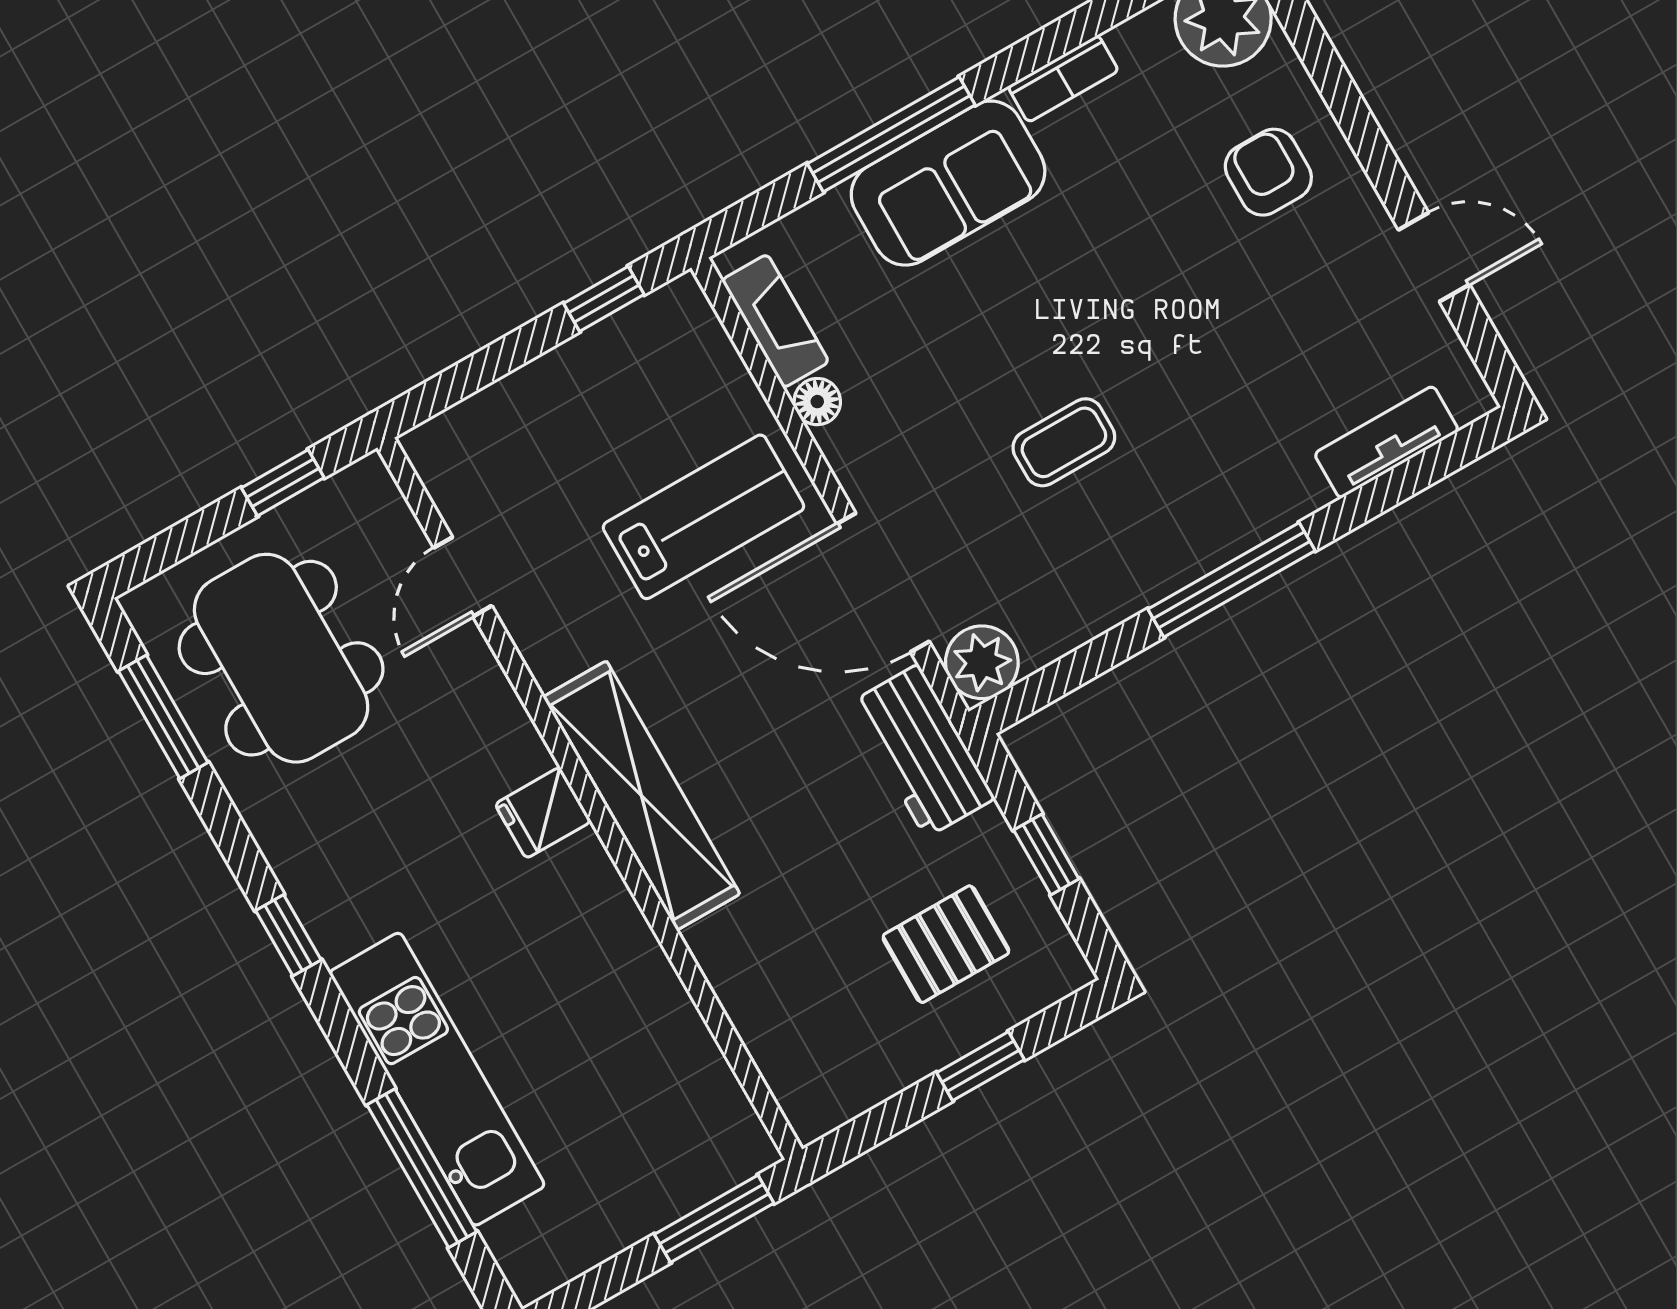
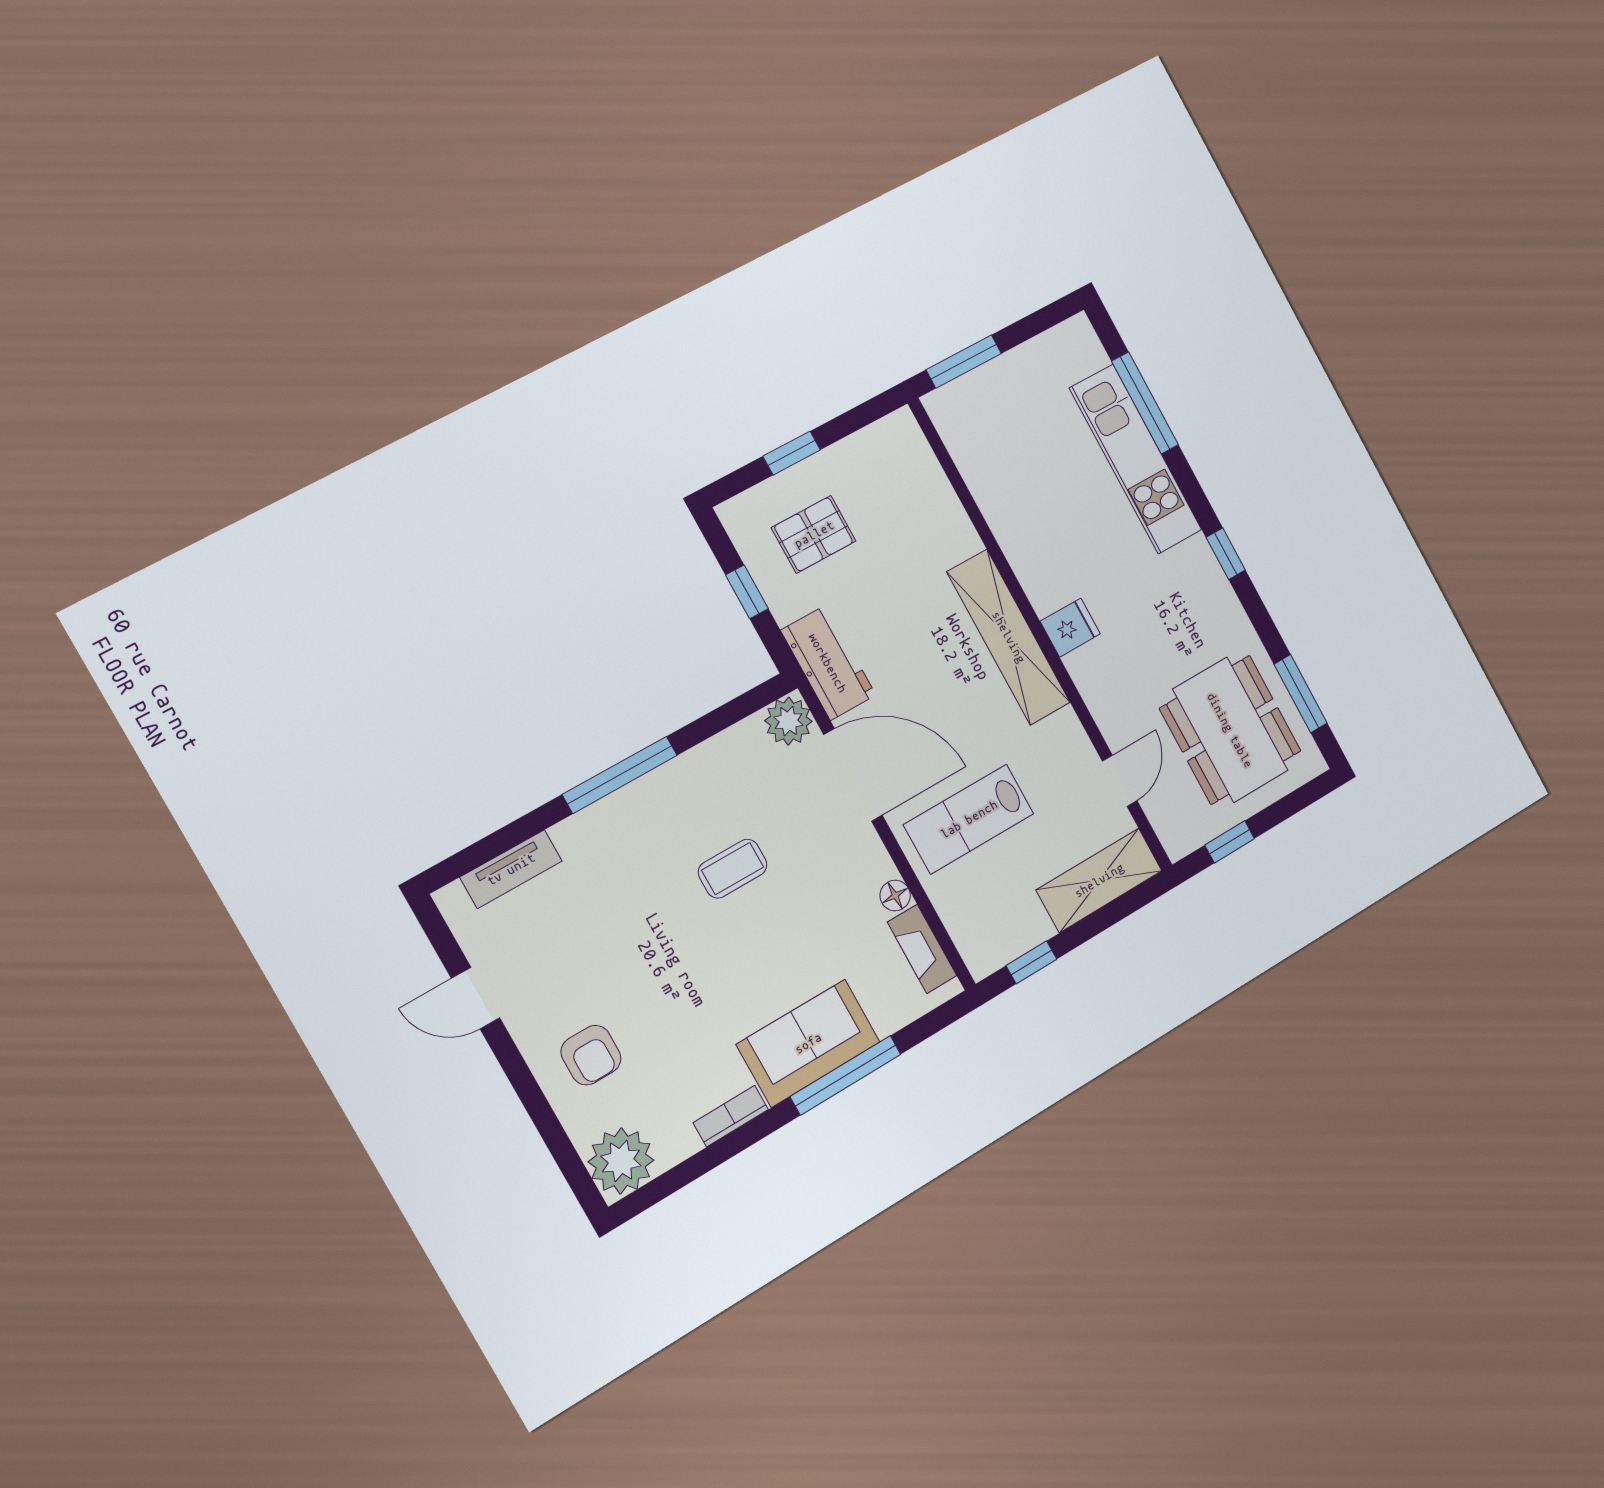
shelving: (496, 423) -> (1099, 880), added

